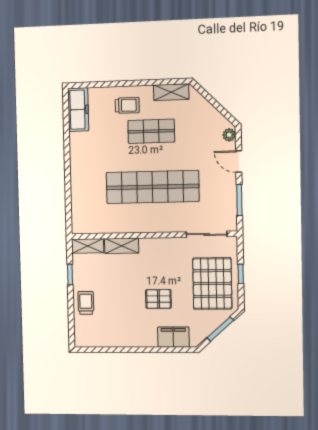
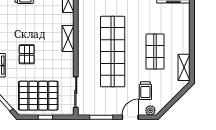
trolley: (127, 105) -> (145, 91), moved
shelving: (122, 246) -> (68, 38), moved

